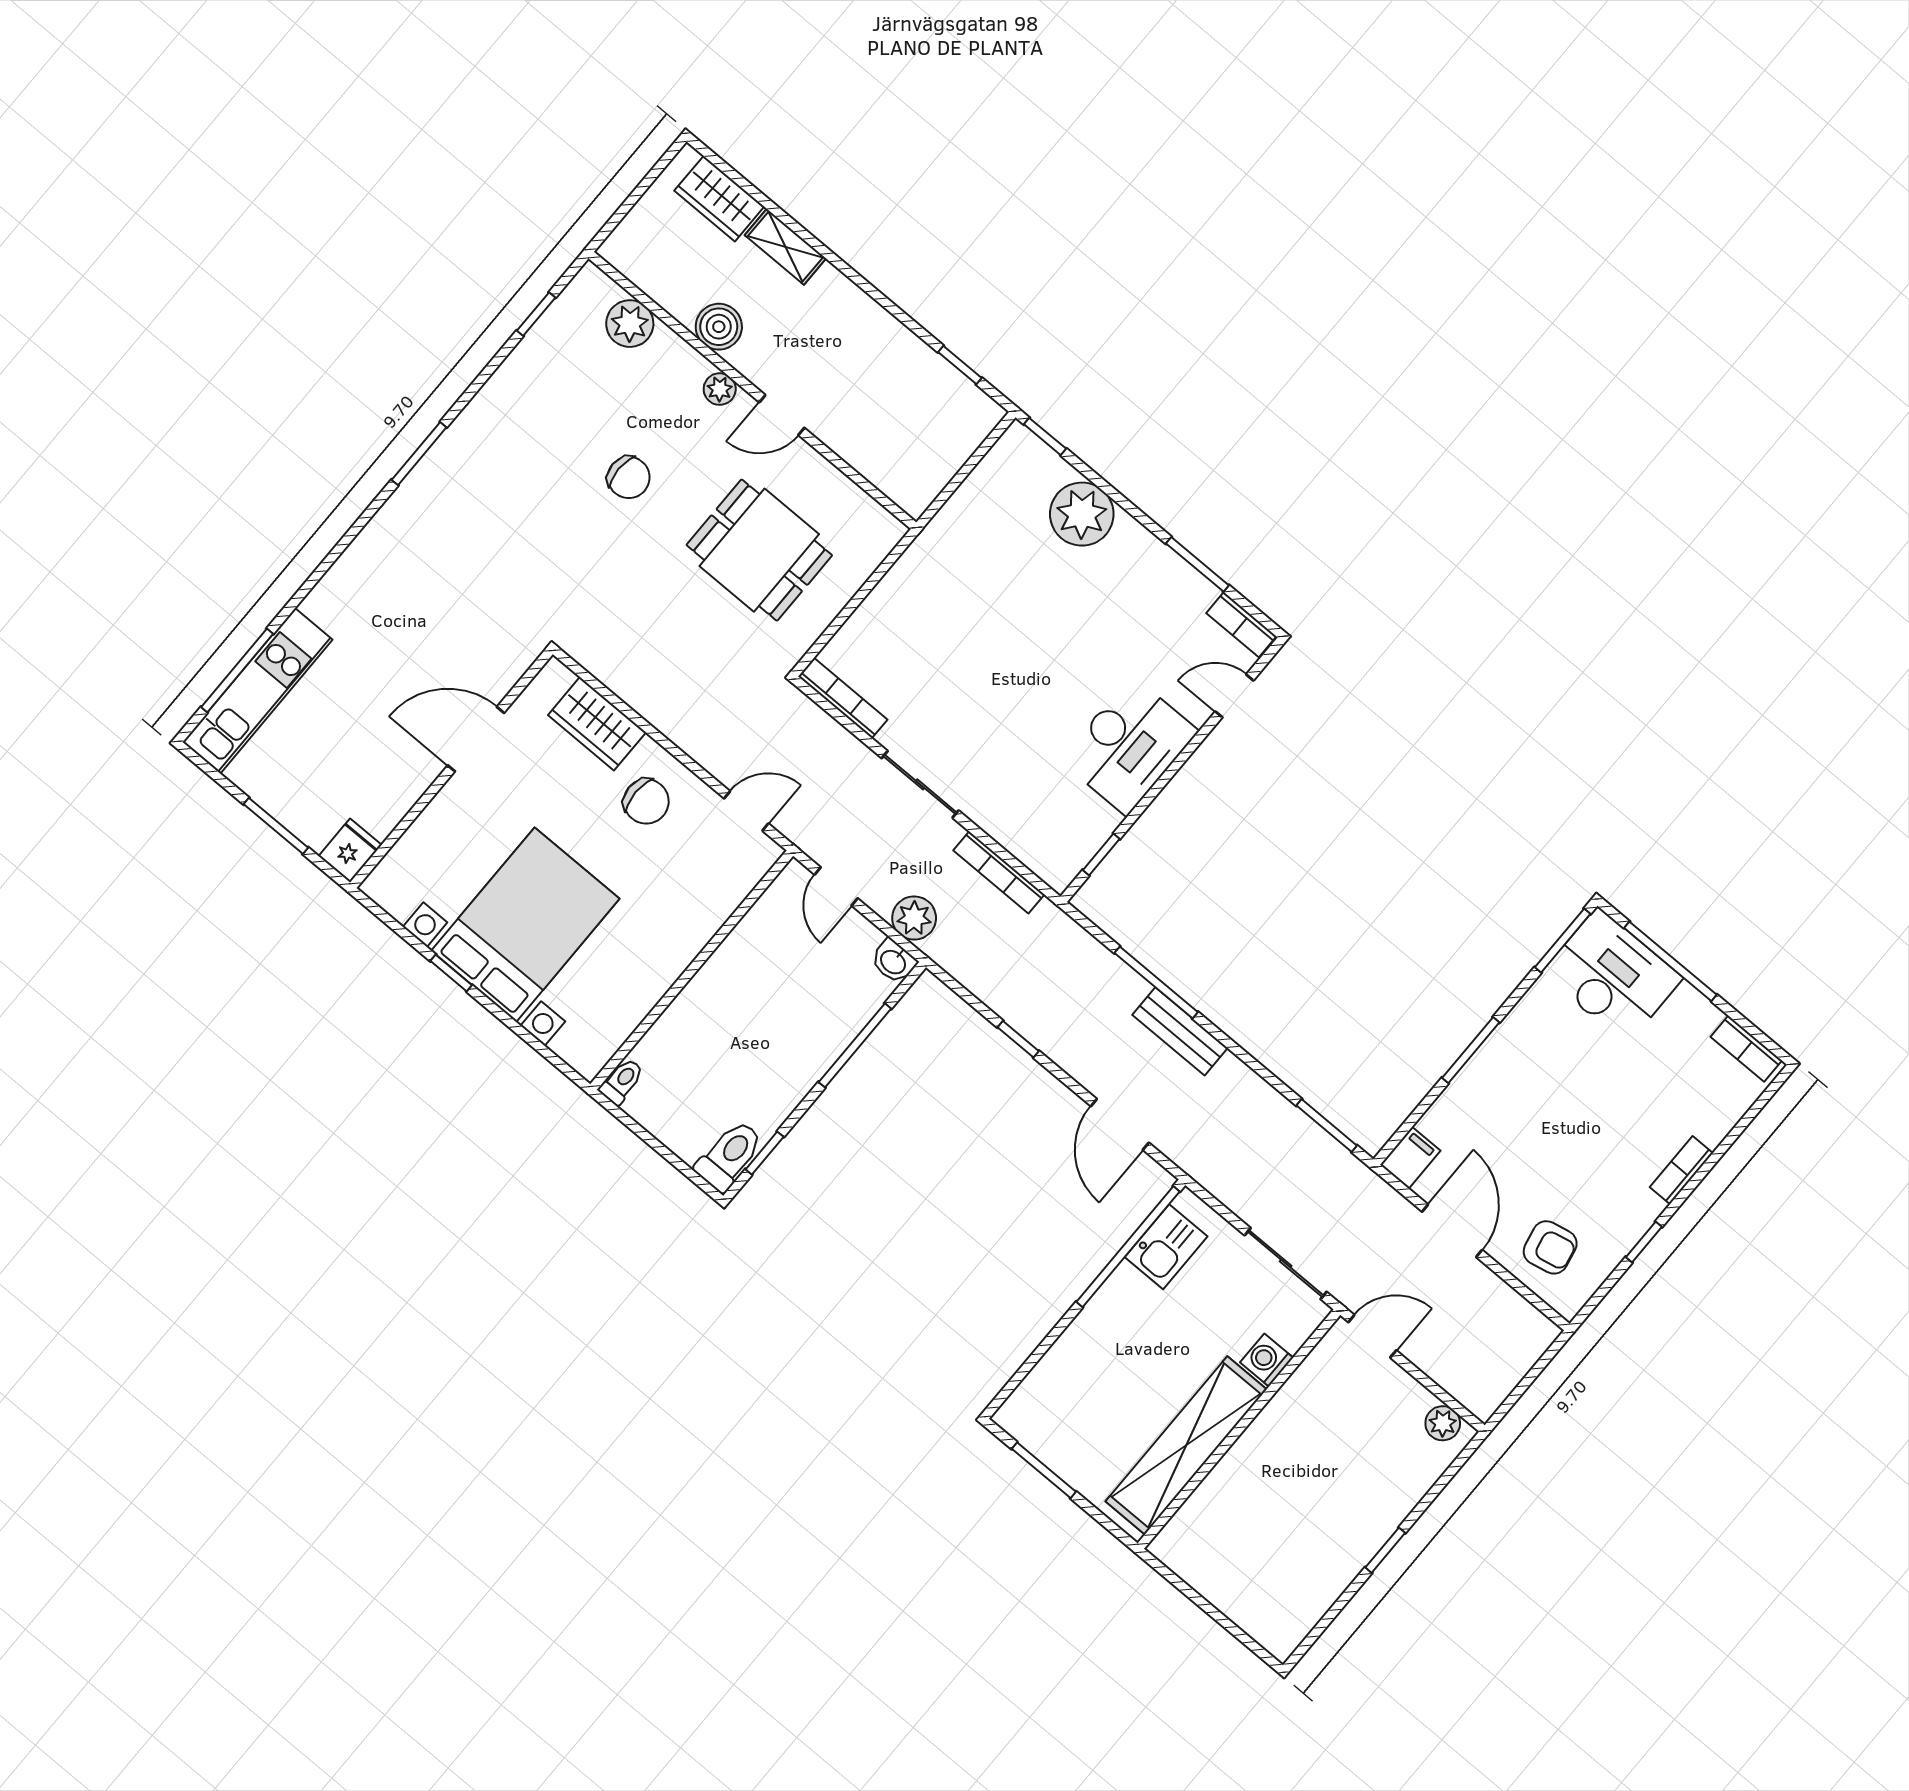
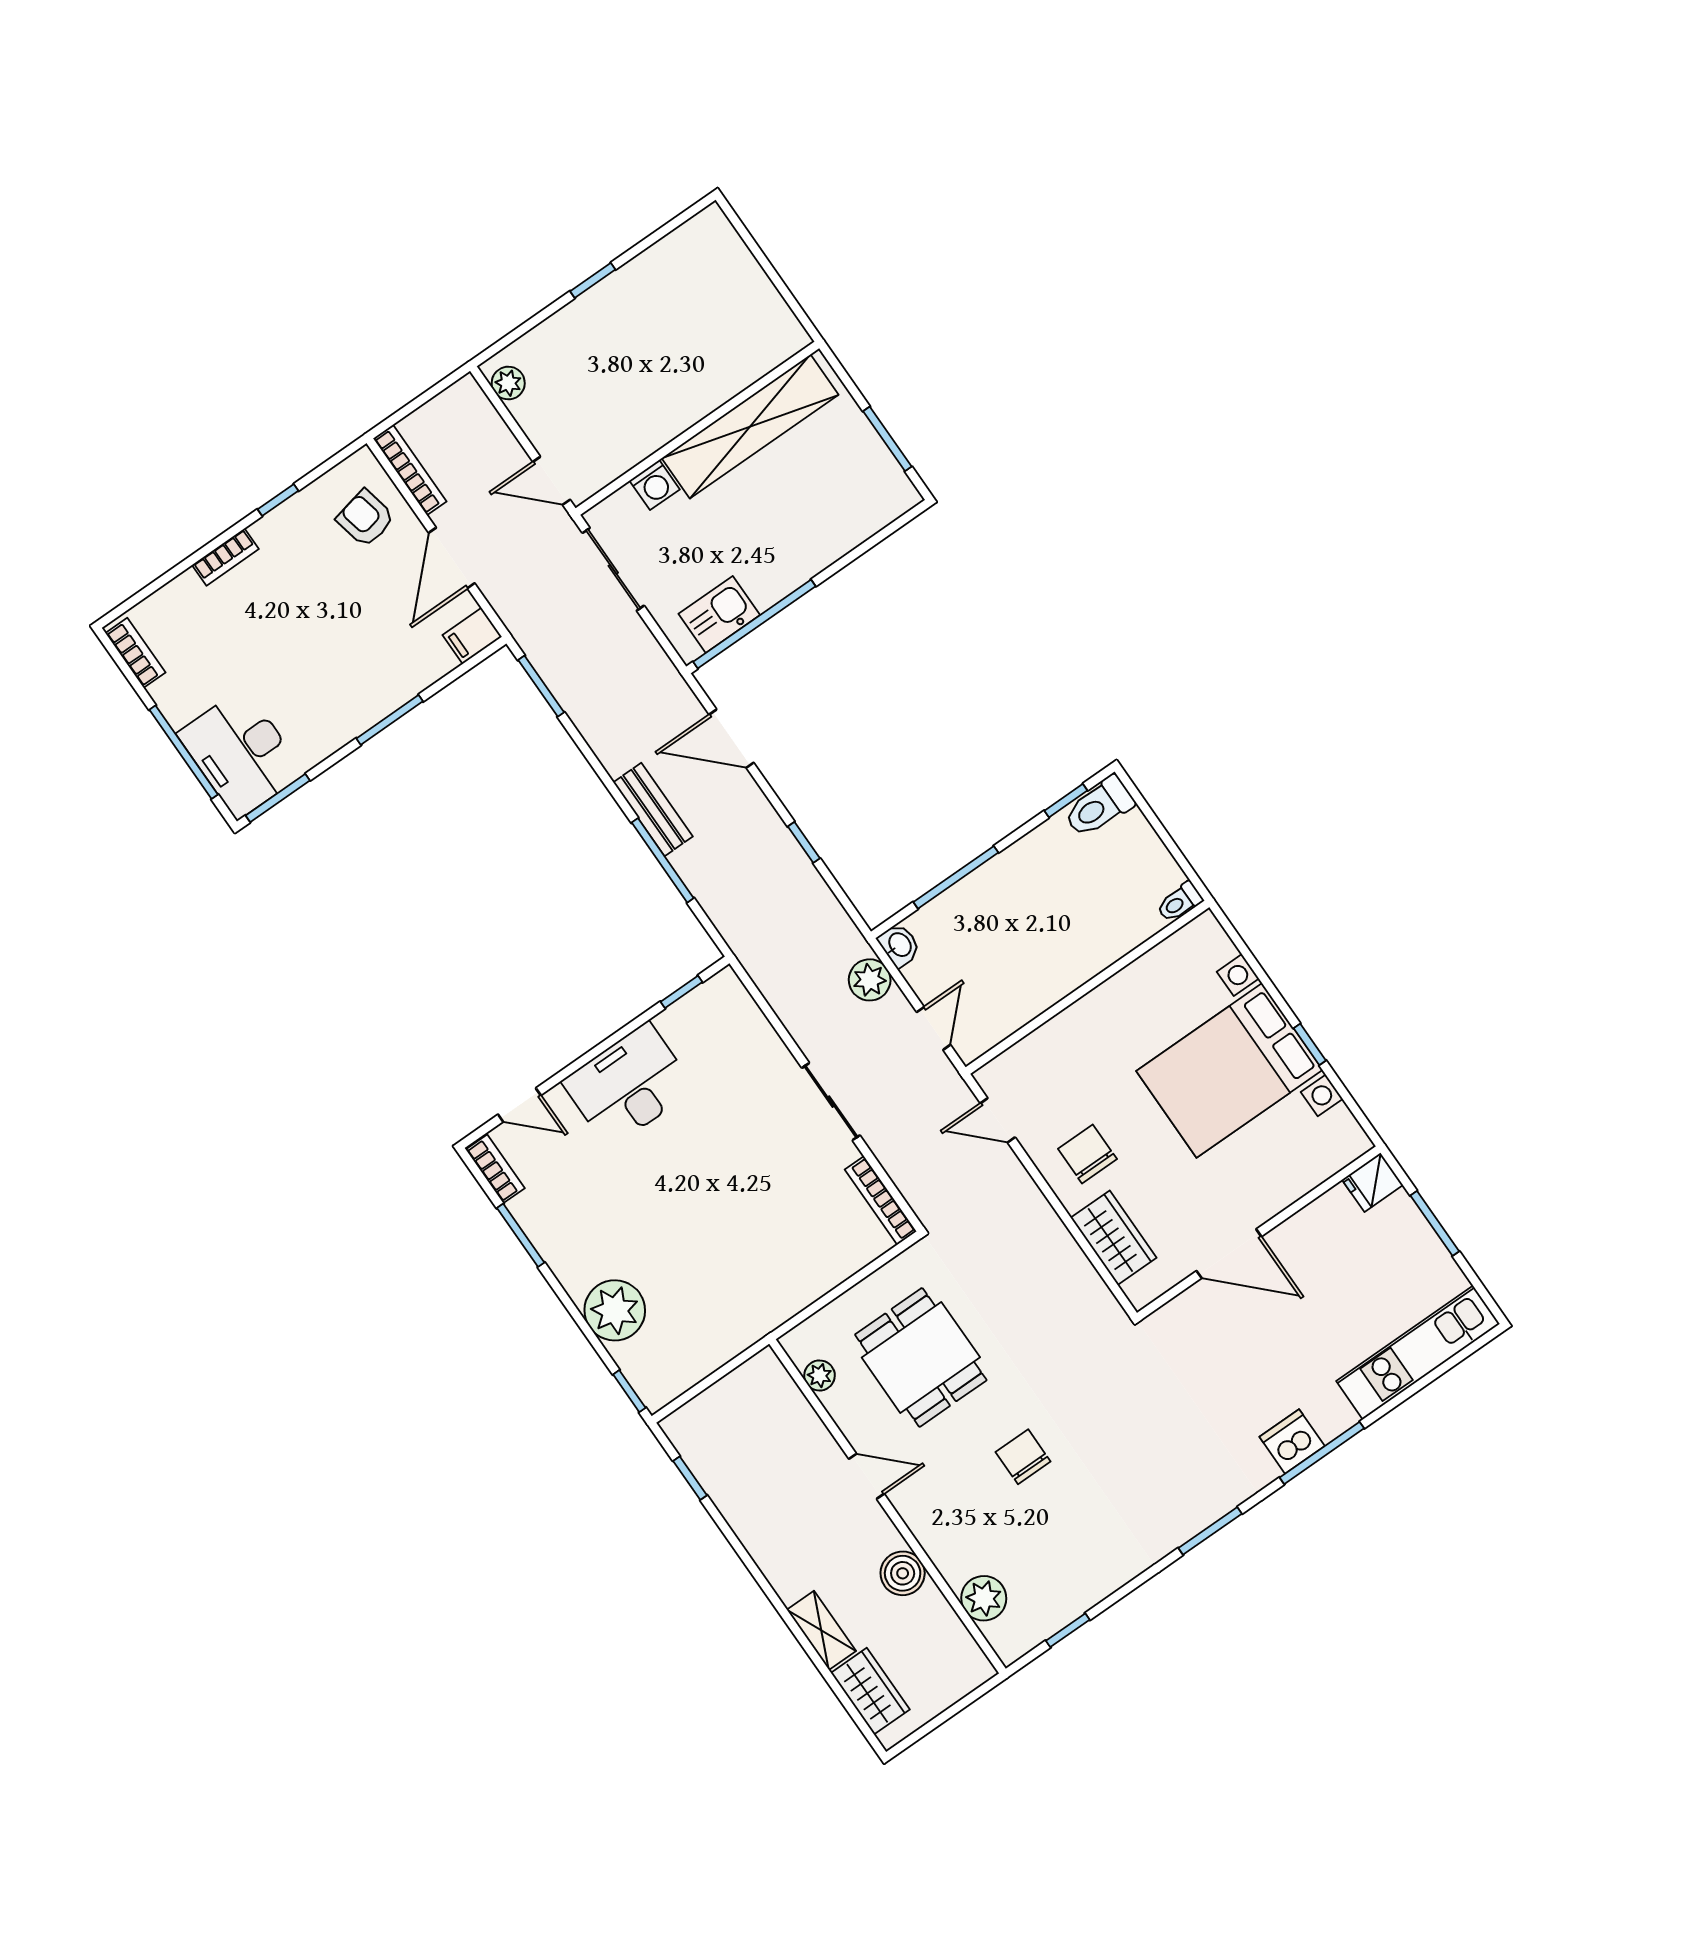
plant: (720, 389) -> (820, 1375), moved
dishwasher: (361, 566) -> (1292, 1441), added
window: (237, 671) -> (1322, 1453), moved
bookcase: (999, 872) -> (410, 470), moved
door: (1120, 1124) -> (731, 739), swing flipped

